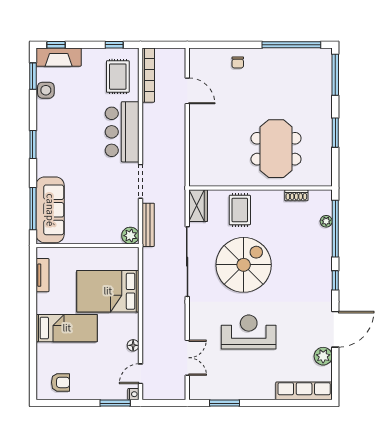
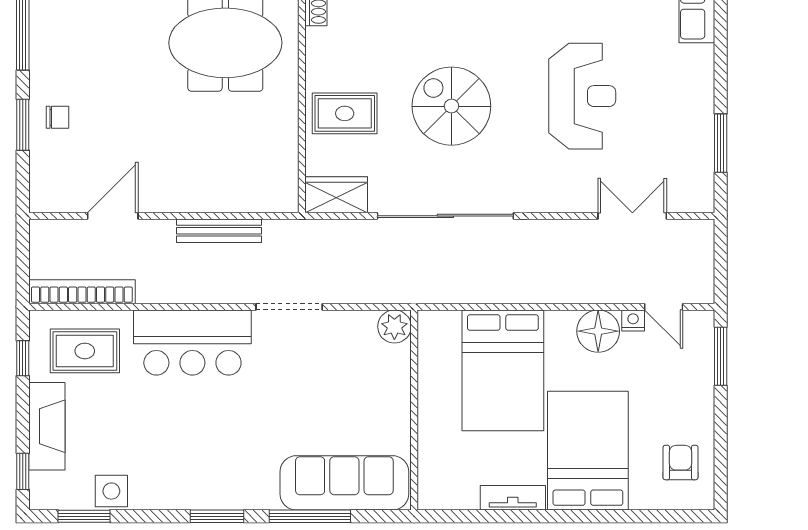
window: (234, 45) -> (23, 125), added
fireplace: (59, 57) -> (47, 426), moved
window: (33, 209) -> (310, 516), moved
bench: (148, 225) -> (219, 231), moved
spiral stairs: (244, 265) -> (451, 106), width x0.73, depth x0.73
tv unit: (42, 275) -> (513, 498), moved
bed: (67, 328) -> (588, 451), width x1.50
reception desk: (249, 332) -> (582, 96), turned 180
floor lamp: (133, 345) -> (598, 331), width x1.89, depth x1.89
nightstand: (133, 394) -> (633, 321), moved

